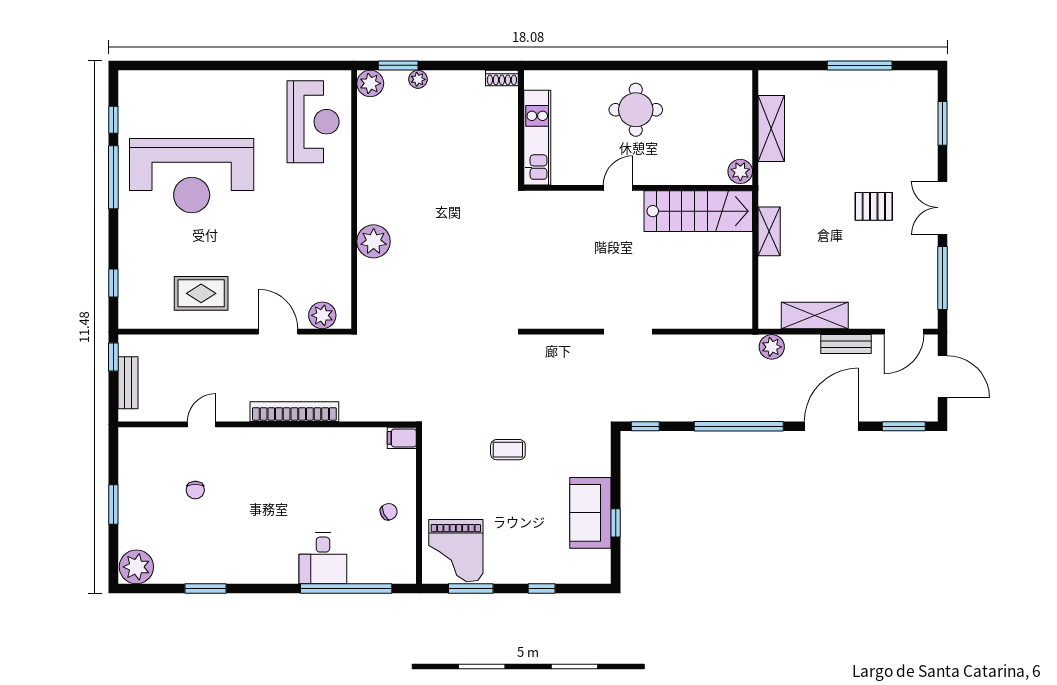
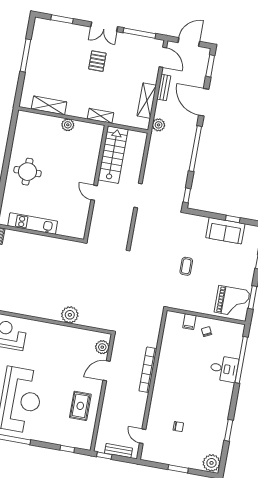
door: (618, 188) -> (94, 193), moved
wall: (638, 188) -> (96, 183), moved
stairs: (698, 211) -> (113, 155), moved
door: (202, 424) -> (143, 436), moved
filing cabinet: (402, 438) -> (189, 322), moved

